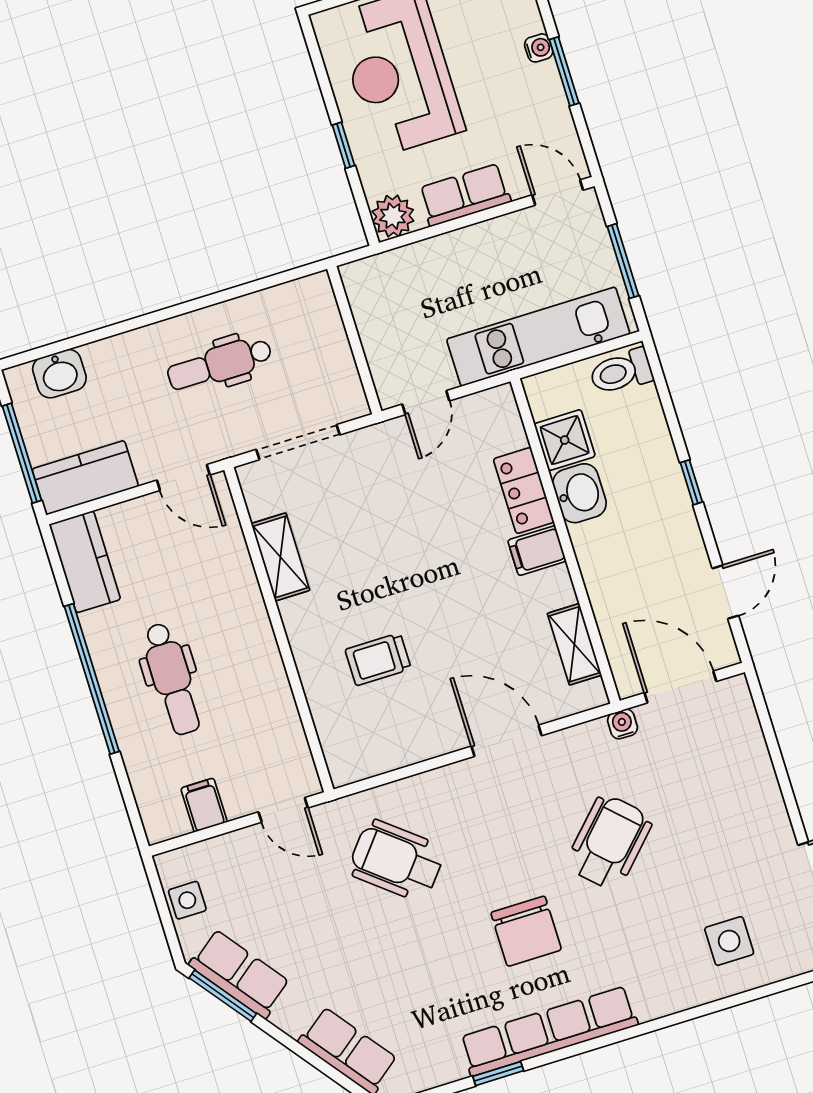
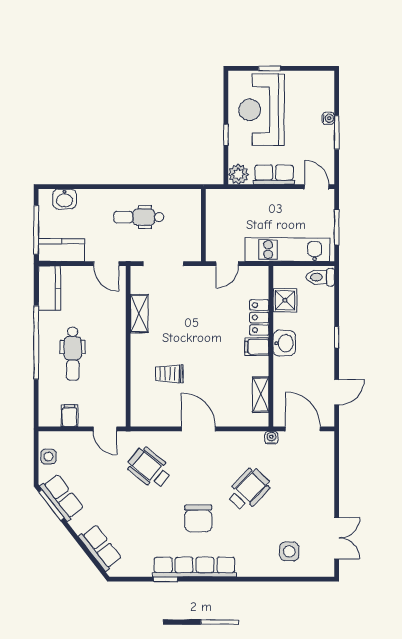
washbasin: (579, 493) -> (284, 343), moved
door: (507, 741) -> (199, 429), moved

